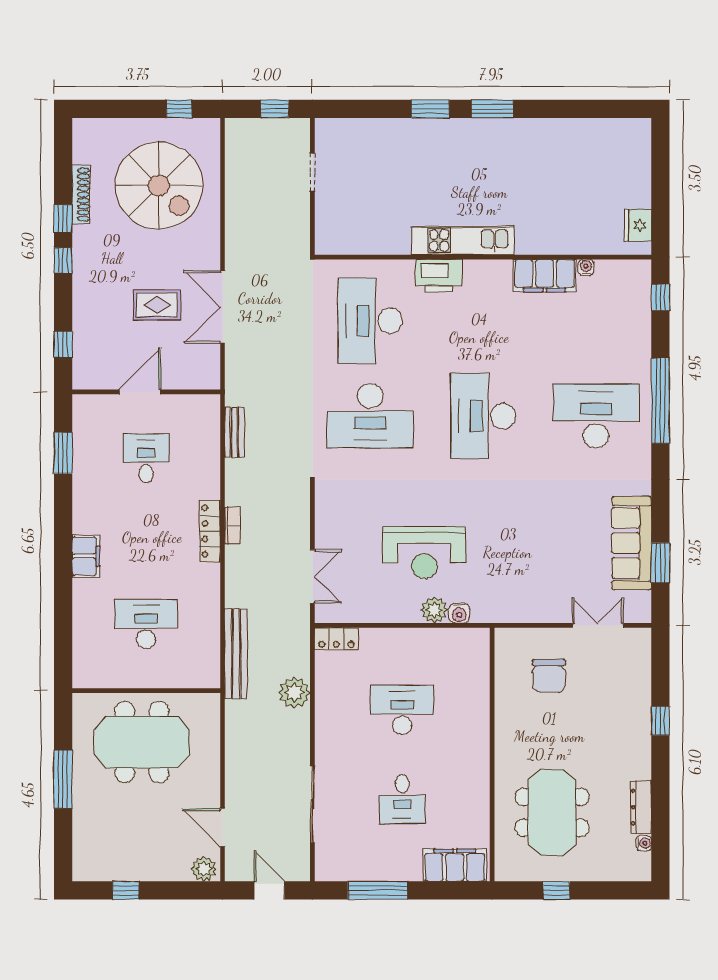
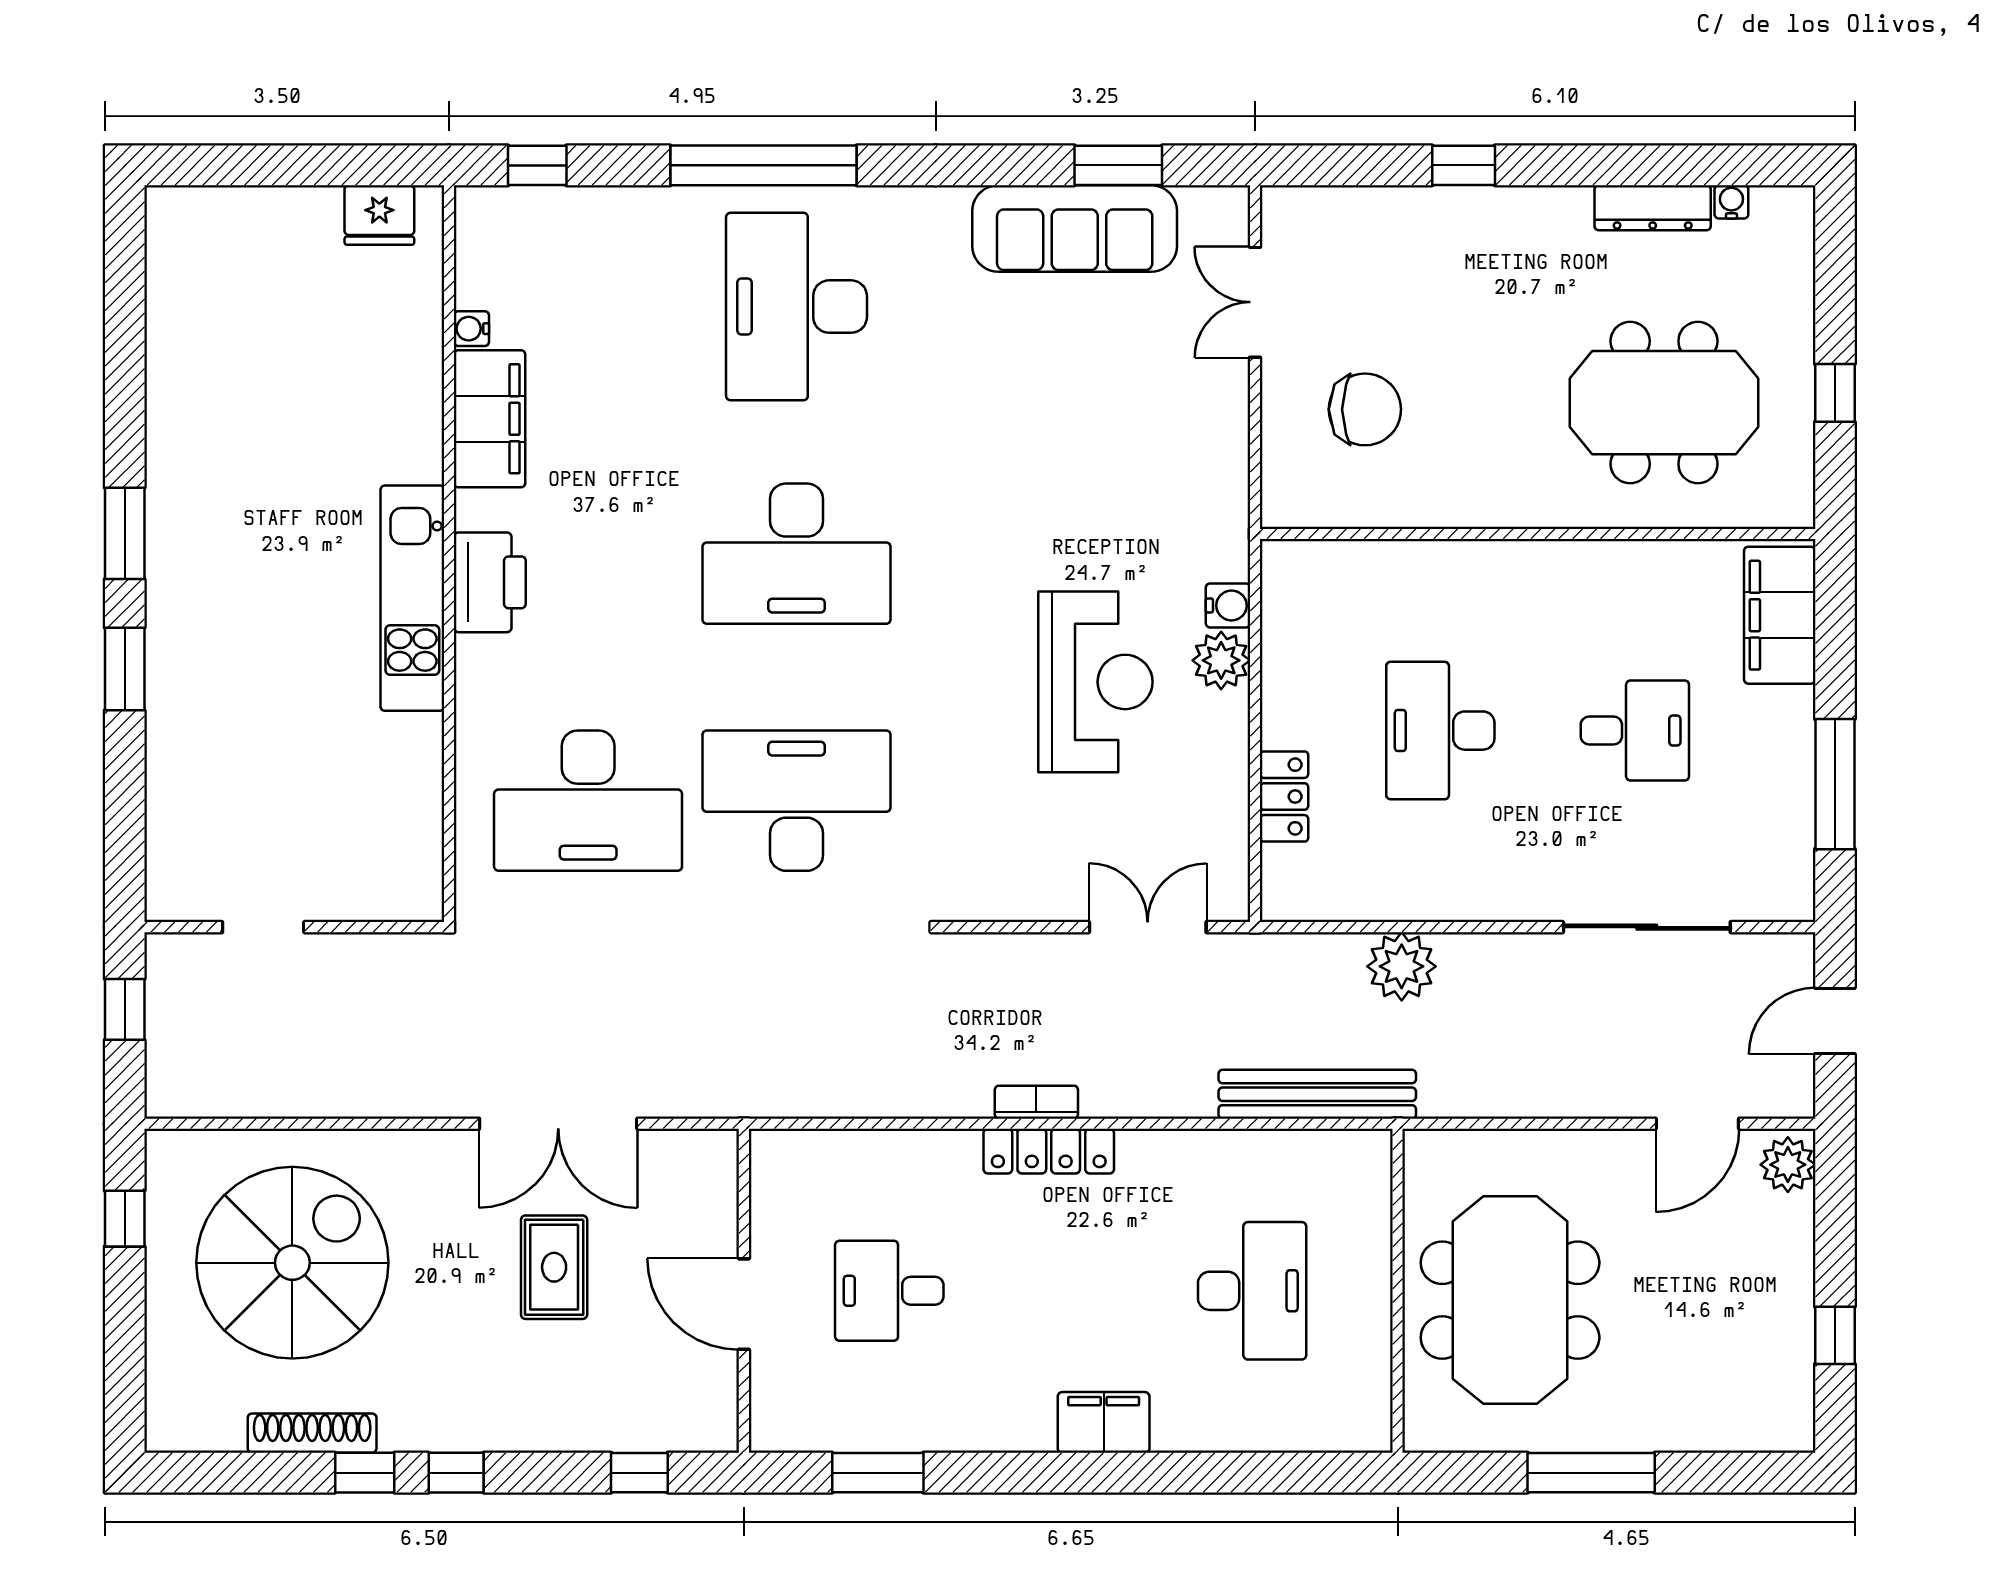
printer: (439, 276) -> (490, 582), moved
desk: (370, 416) -> (796, 801), turned -90
bench: (234, 432) -> (833, 1098), removed
desk: (146, 624) -> (1252, 1291), turned 180
locker: (336, 639) -> (1284, 796), moved

